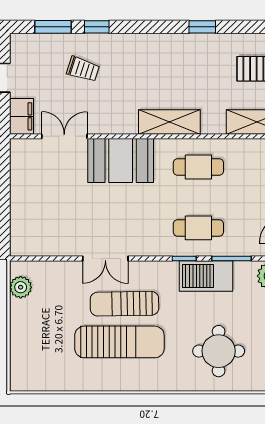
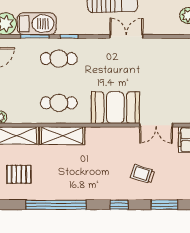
window: (97, 27) -> (119, 205), moved
window: (202, 27) -> (56, 205), width x3.17
shelving: (169, 122) -> (62, 136), moved
barbecue: (206, 276) -> (37, 24), moved

